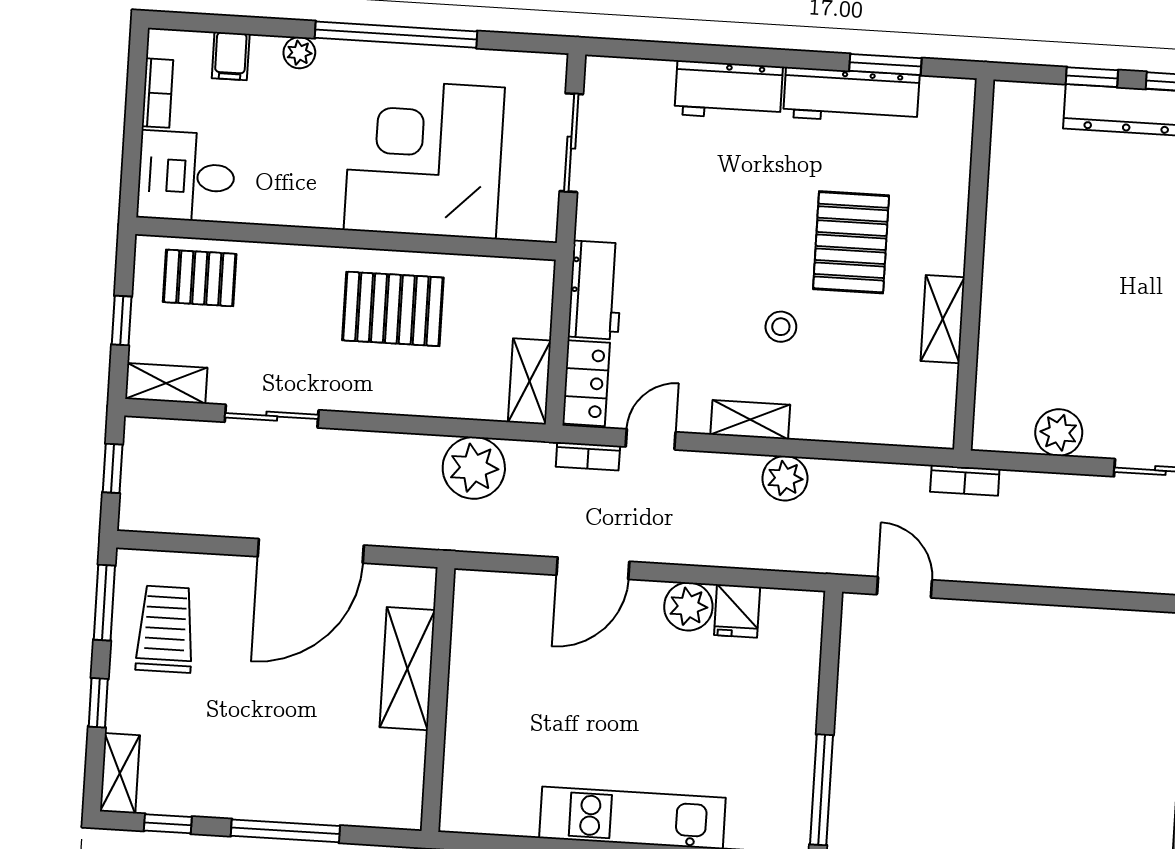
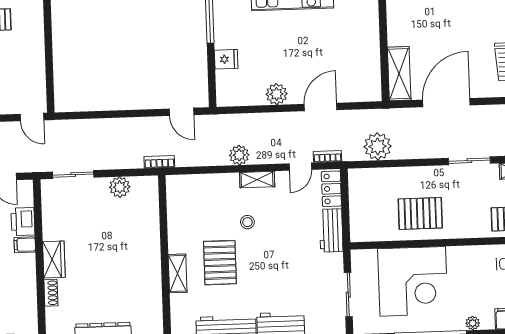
shelving: (943, 319) -> (178, 273), moved
shelving: (529, 381) -> (357, 187), removed
fridge: (737, 611) -> (226, 59), moved, turned 90
shelving: (407, 669) -> (399, 74), moved

